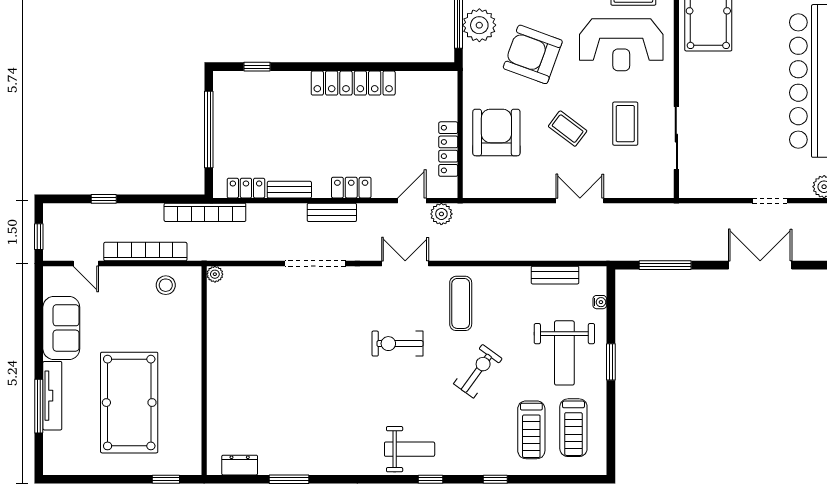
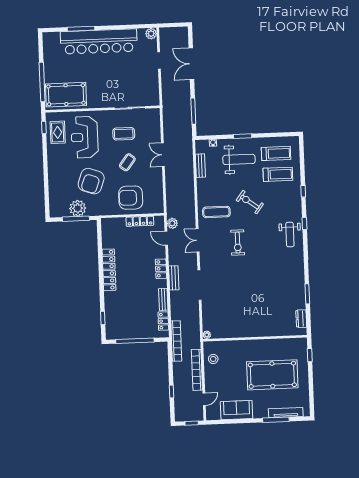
reception desk: (621, 45) -> (85, 137), turned 180
tv unit: (52, 396) -> (286, 413), moved
weight bench: (410, 449) -> (290, 234), turned 180

